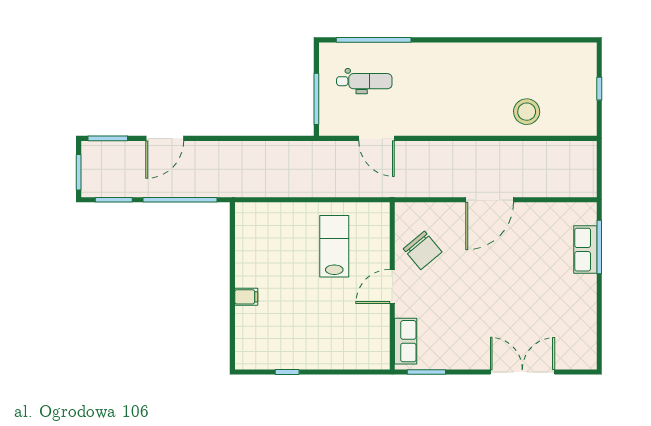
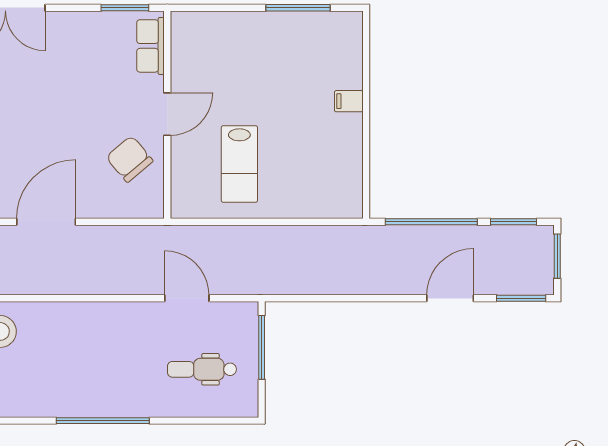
window: (374, 40) -> (103, 421), moved
window: (287, 372) -> (298, 8), width x2.17

